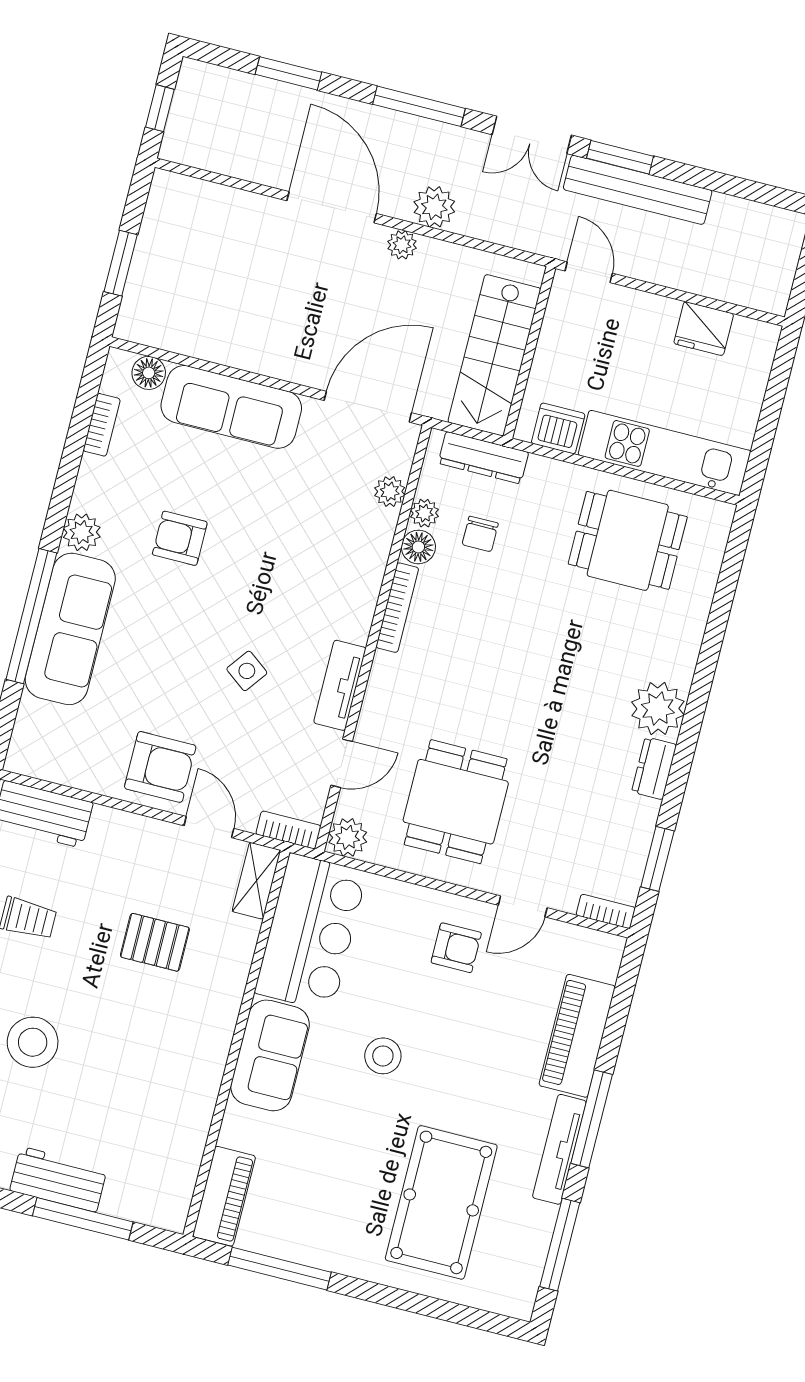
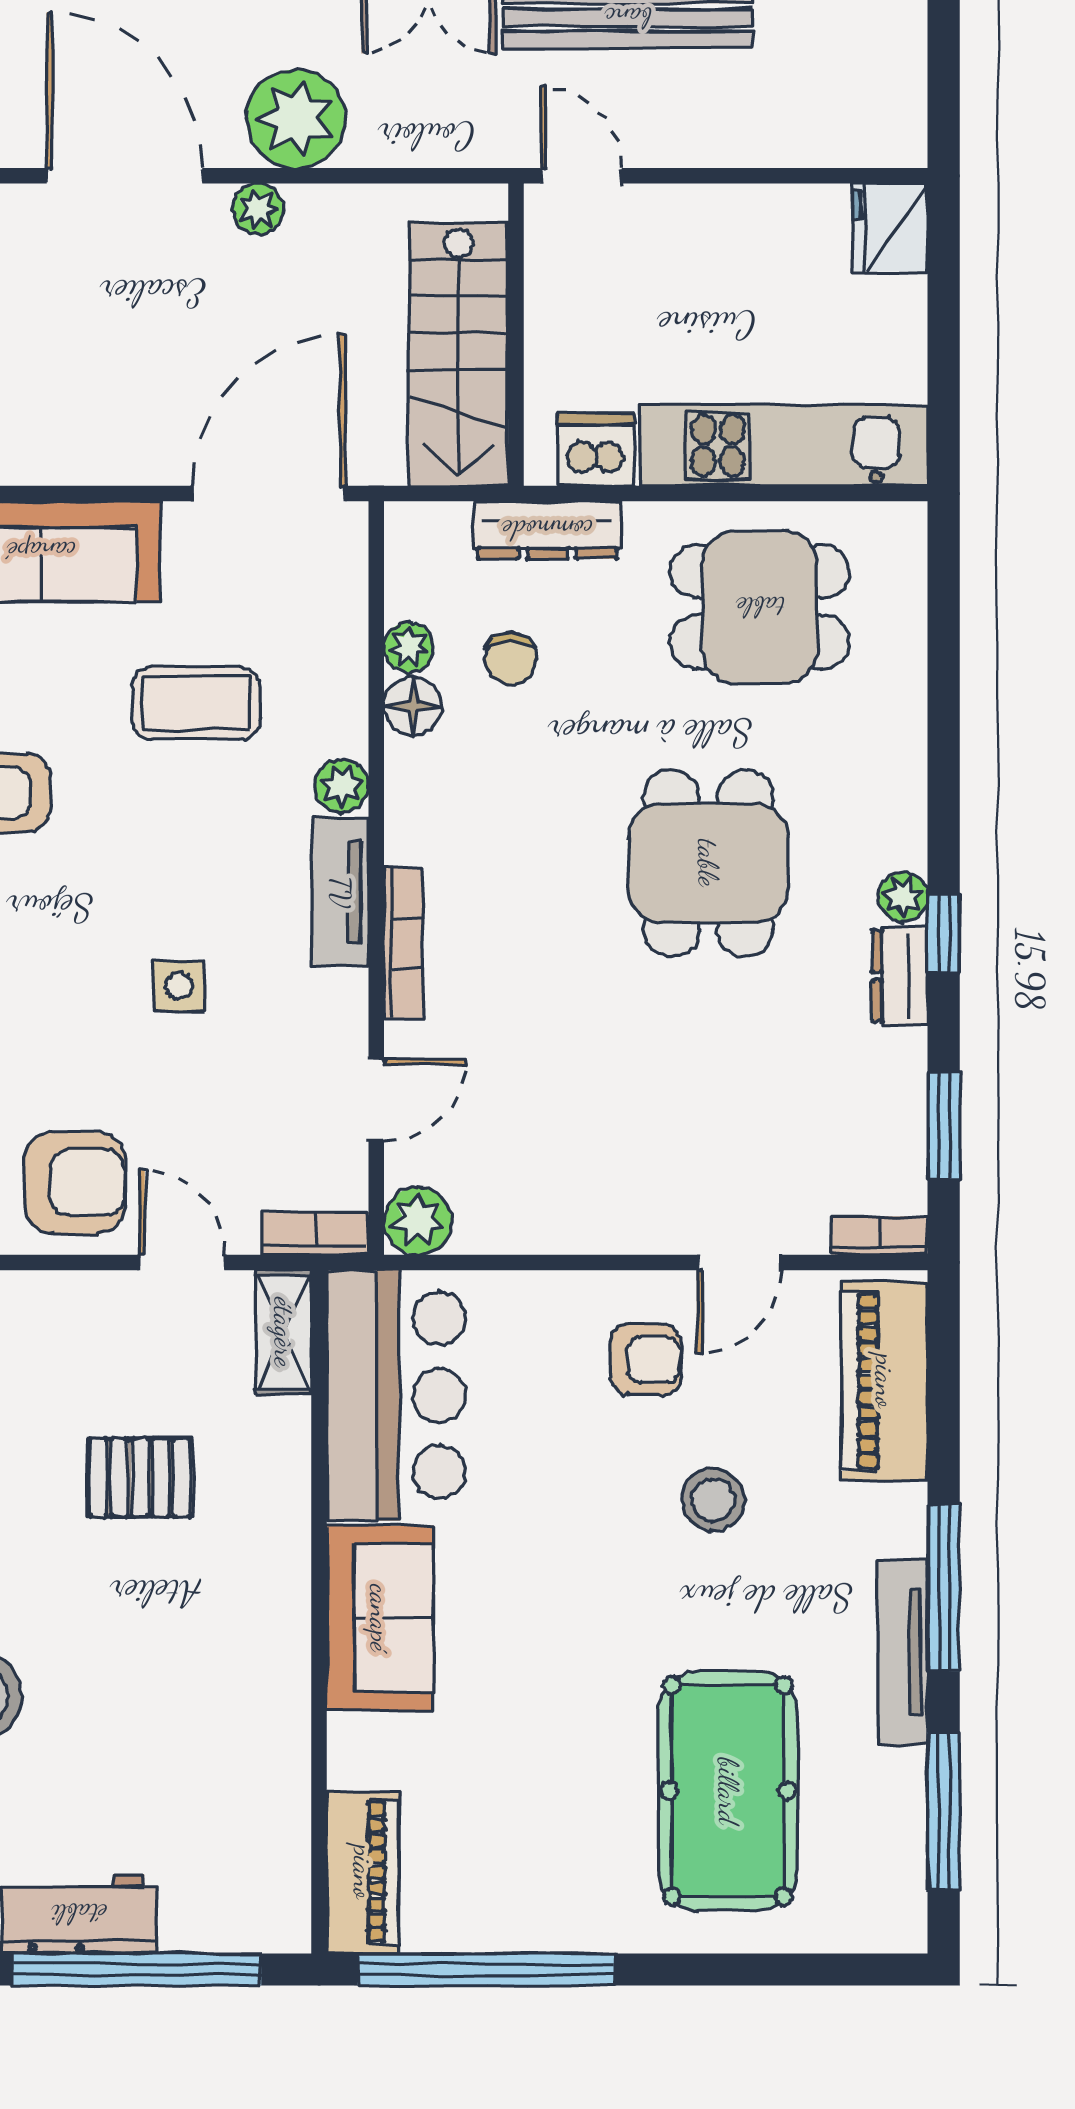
plant: (434, 207) -> (296, 119), width x1.36, depth x1.36
fridge: (704, 329) -> (890, 227), moved, turned 90
dresser: (483, 458) -> (547, 530), moved
plant: (390, 492) -> (342, 786), moved
coffee table: (297, 514) -> (196, 703), added
bookcase: (397, 608) -> (403, 943), moved
side table: (247, 671) -> (179, 986), turned -37
tv unit: (340, 685) -> (340, 892), moved
plant: (658, 709) -> (903, 897), width x0.53, depth x0.53
window: (685, 751) -> (944, 934), added
dining table: (456, 802) -> (708, 863), moved
piano: (577, 1036) -> (885, 1381), moved
stool: (383, 1056) -> (713, 1500), moved
window: (83, 1219) -> (136, 1970), width x1.46
window: (279, 1269) -> (486, 1970), width x1.46

